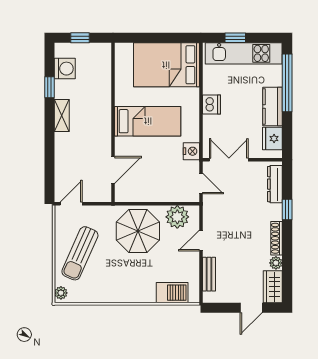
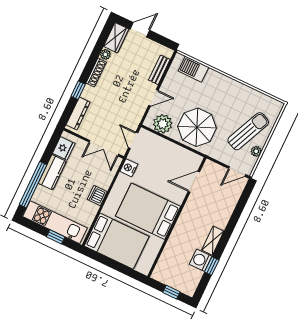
washing machine: (65, 69) -> (201, 260), moved
bed: (148, 121) -> (148, 211), width x1.50
plant: (61, 293) -> (256, 151), moved

